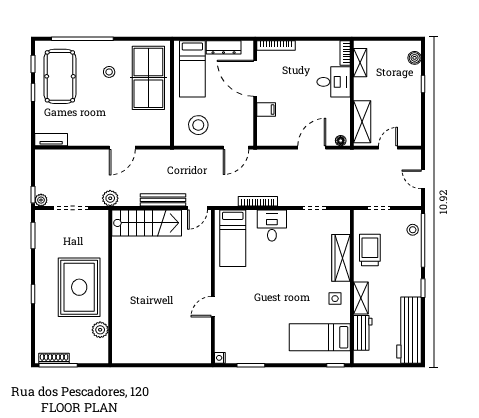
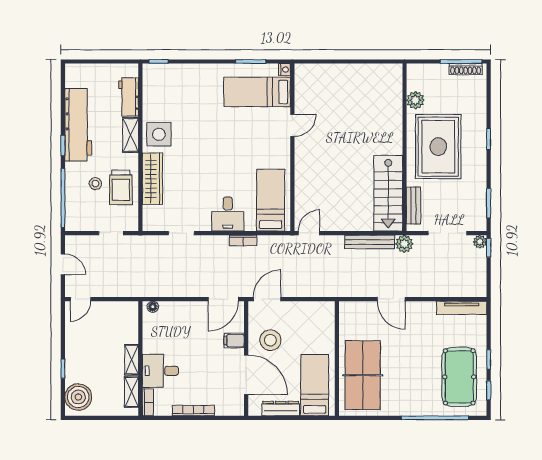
bookcase: (276, 45) -> (193, 411), moved
boiler: (415, 58) -> (78, 397), width x1.86, depth x1.86
stool: (109, 72) -> (406, 382), removed
shelving: (362, 122) -> (132, 360), moved, width x0.67, depth x0.75
stool: (198, 125) -> (270, 340), moved
tv unit: (51, 140) -> (462, 308), width x1.41
door: (122, 148) -> (391, 299), swing flipped
door: (312, 148) -> (223, 299), moved
door: (388, 148) -> (80, 299), moved
bench: (163, 200) -> (370, 242), moved
bookcase: (258, 201) -> (243, 241), width x0.64
stairs: (147, 223) -> (388, 193), moved, turned -90
stool: (413, 230) -> (95, 184), moved
bench: (102, 233) -> (414, 205), added
side table: (335, 299) -> (159, 134), width x1.87, depth x1.87
workbench: (409, 330) -> (78, 125), moved
bed: (320, 337) -> (257, 92), moved, turned 180

